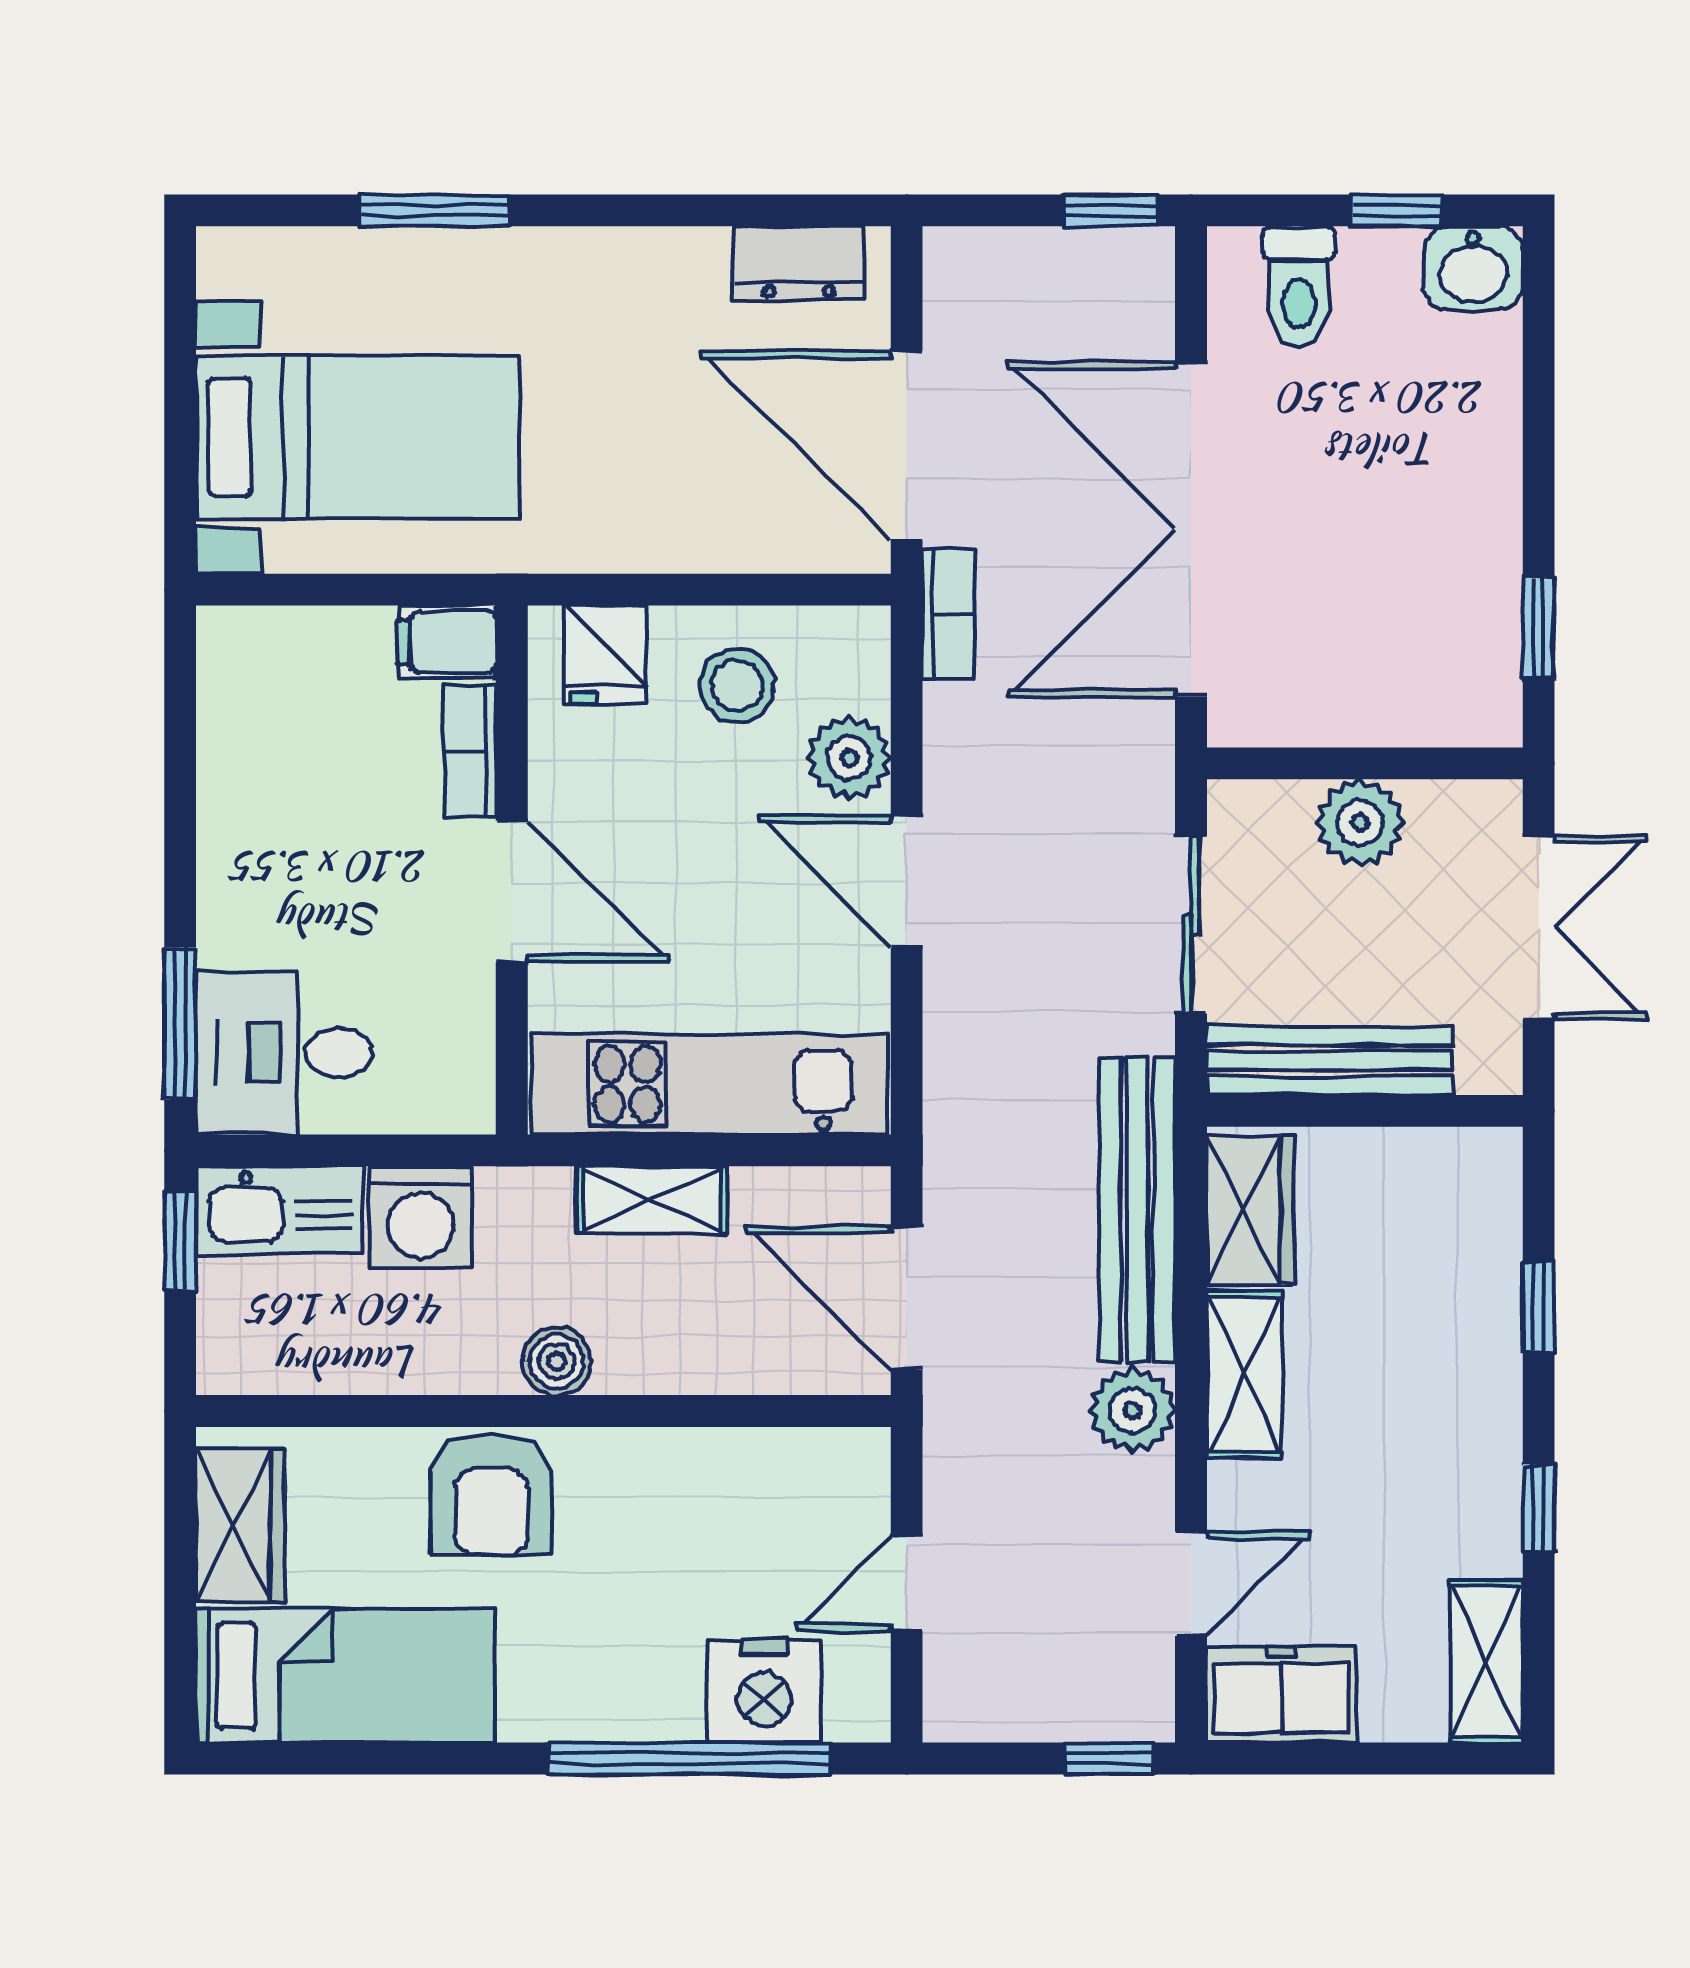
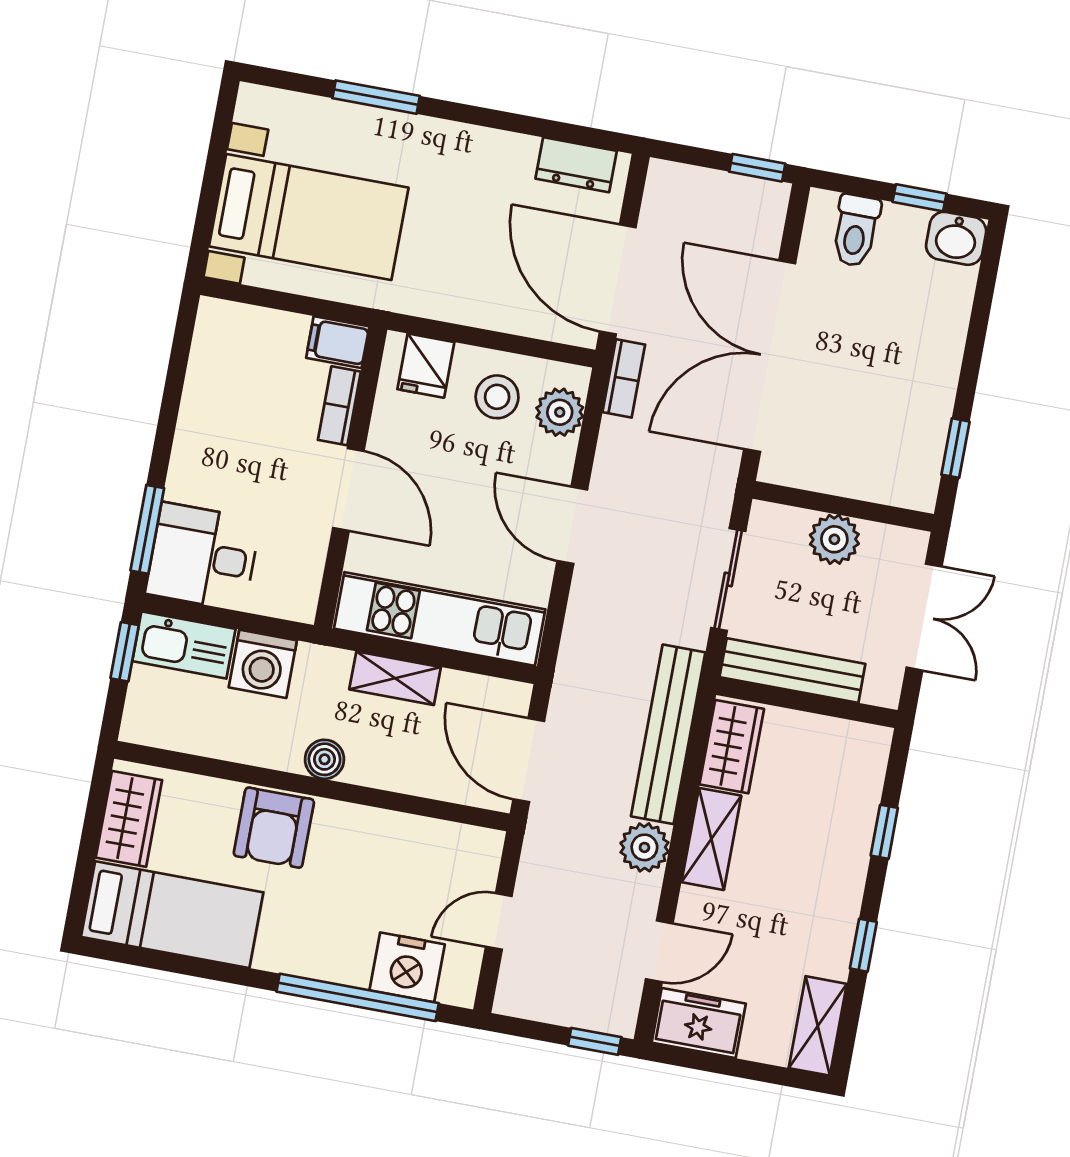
plant: (849, 758) -> (560, 412), moved

